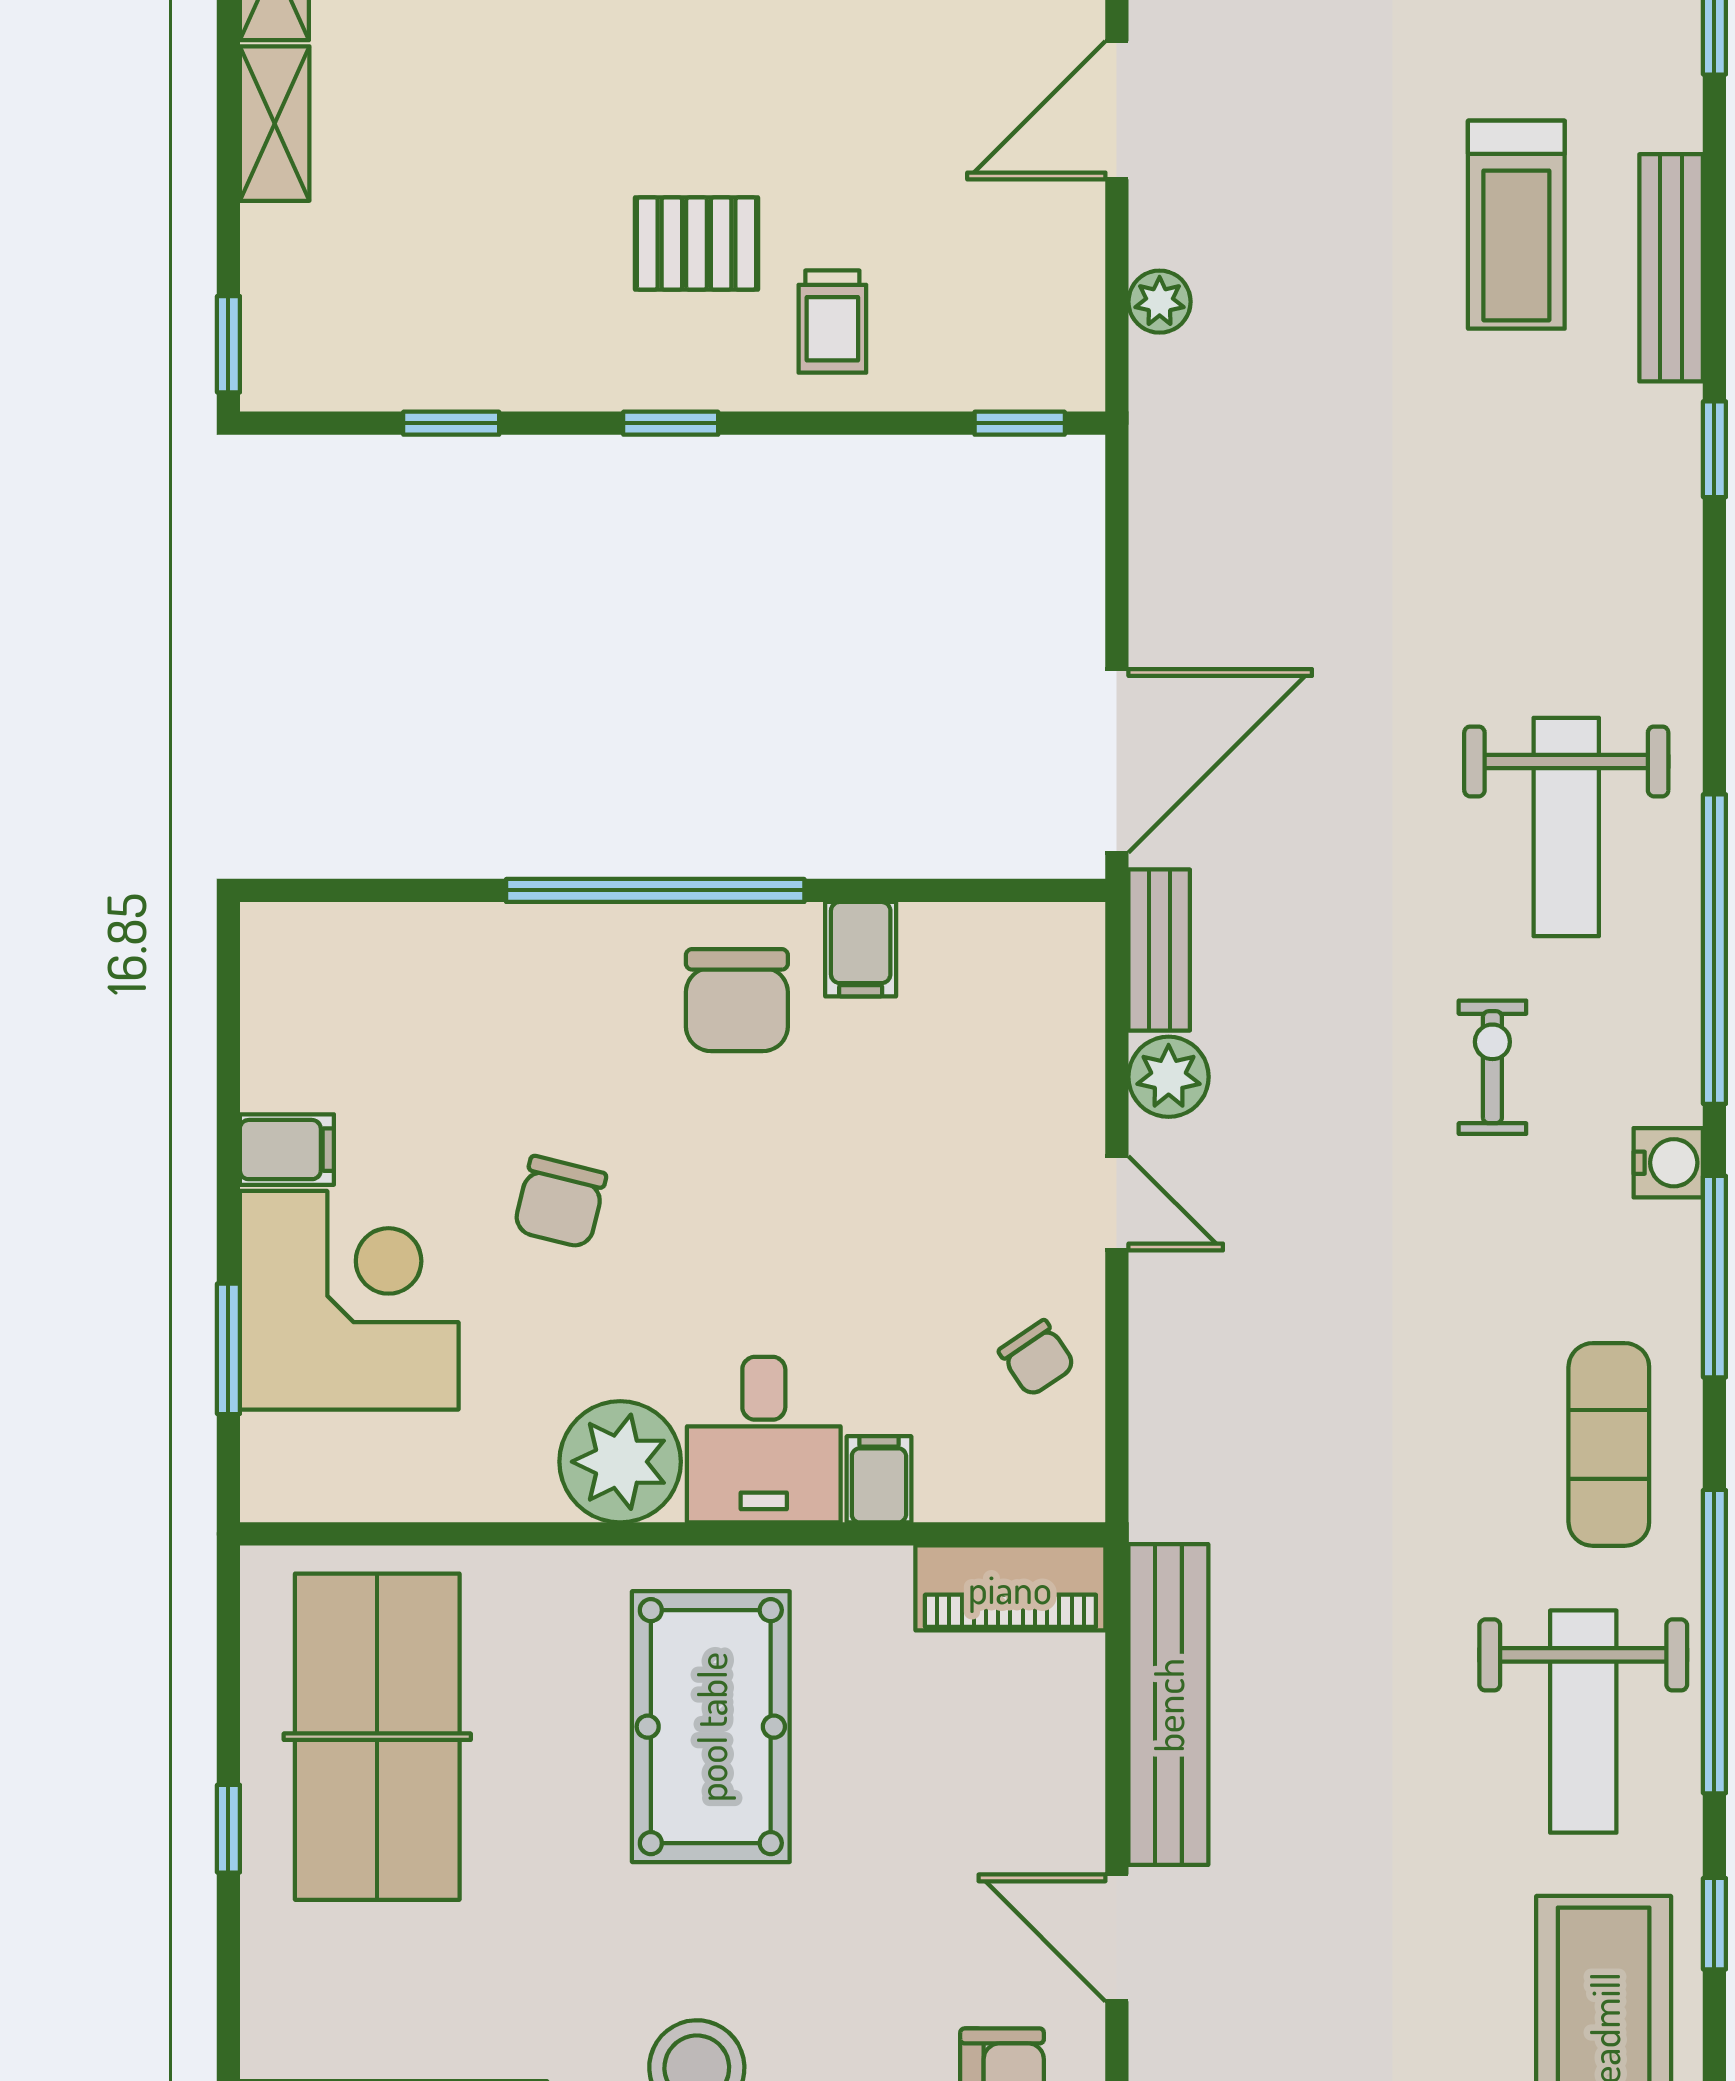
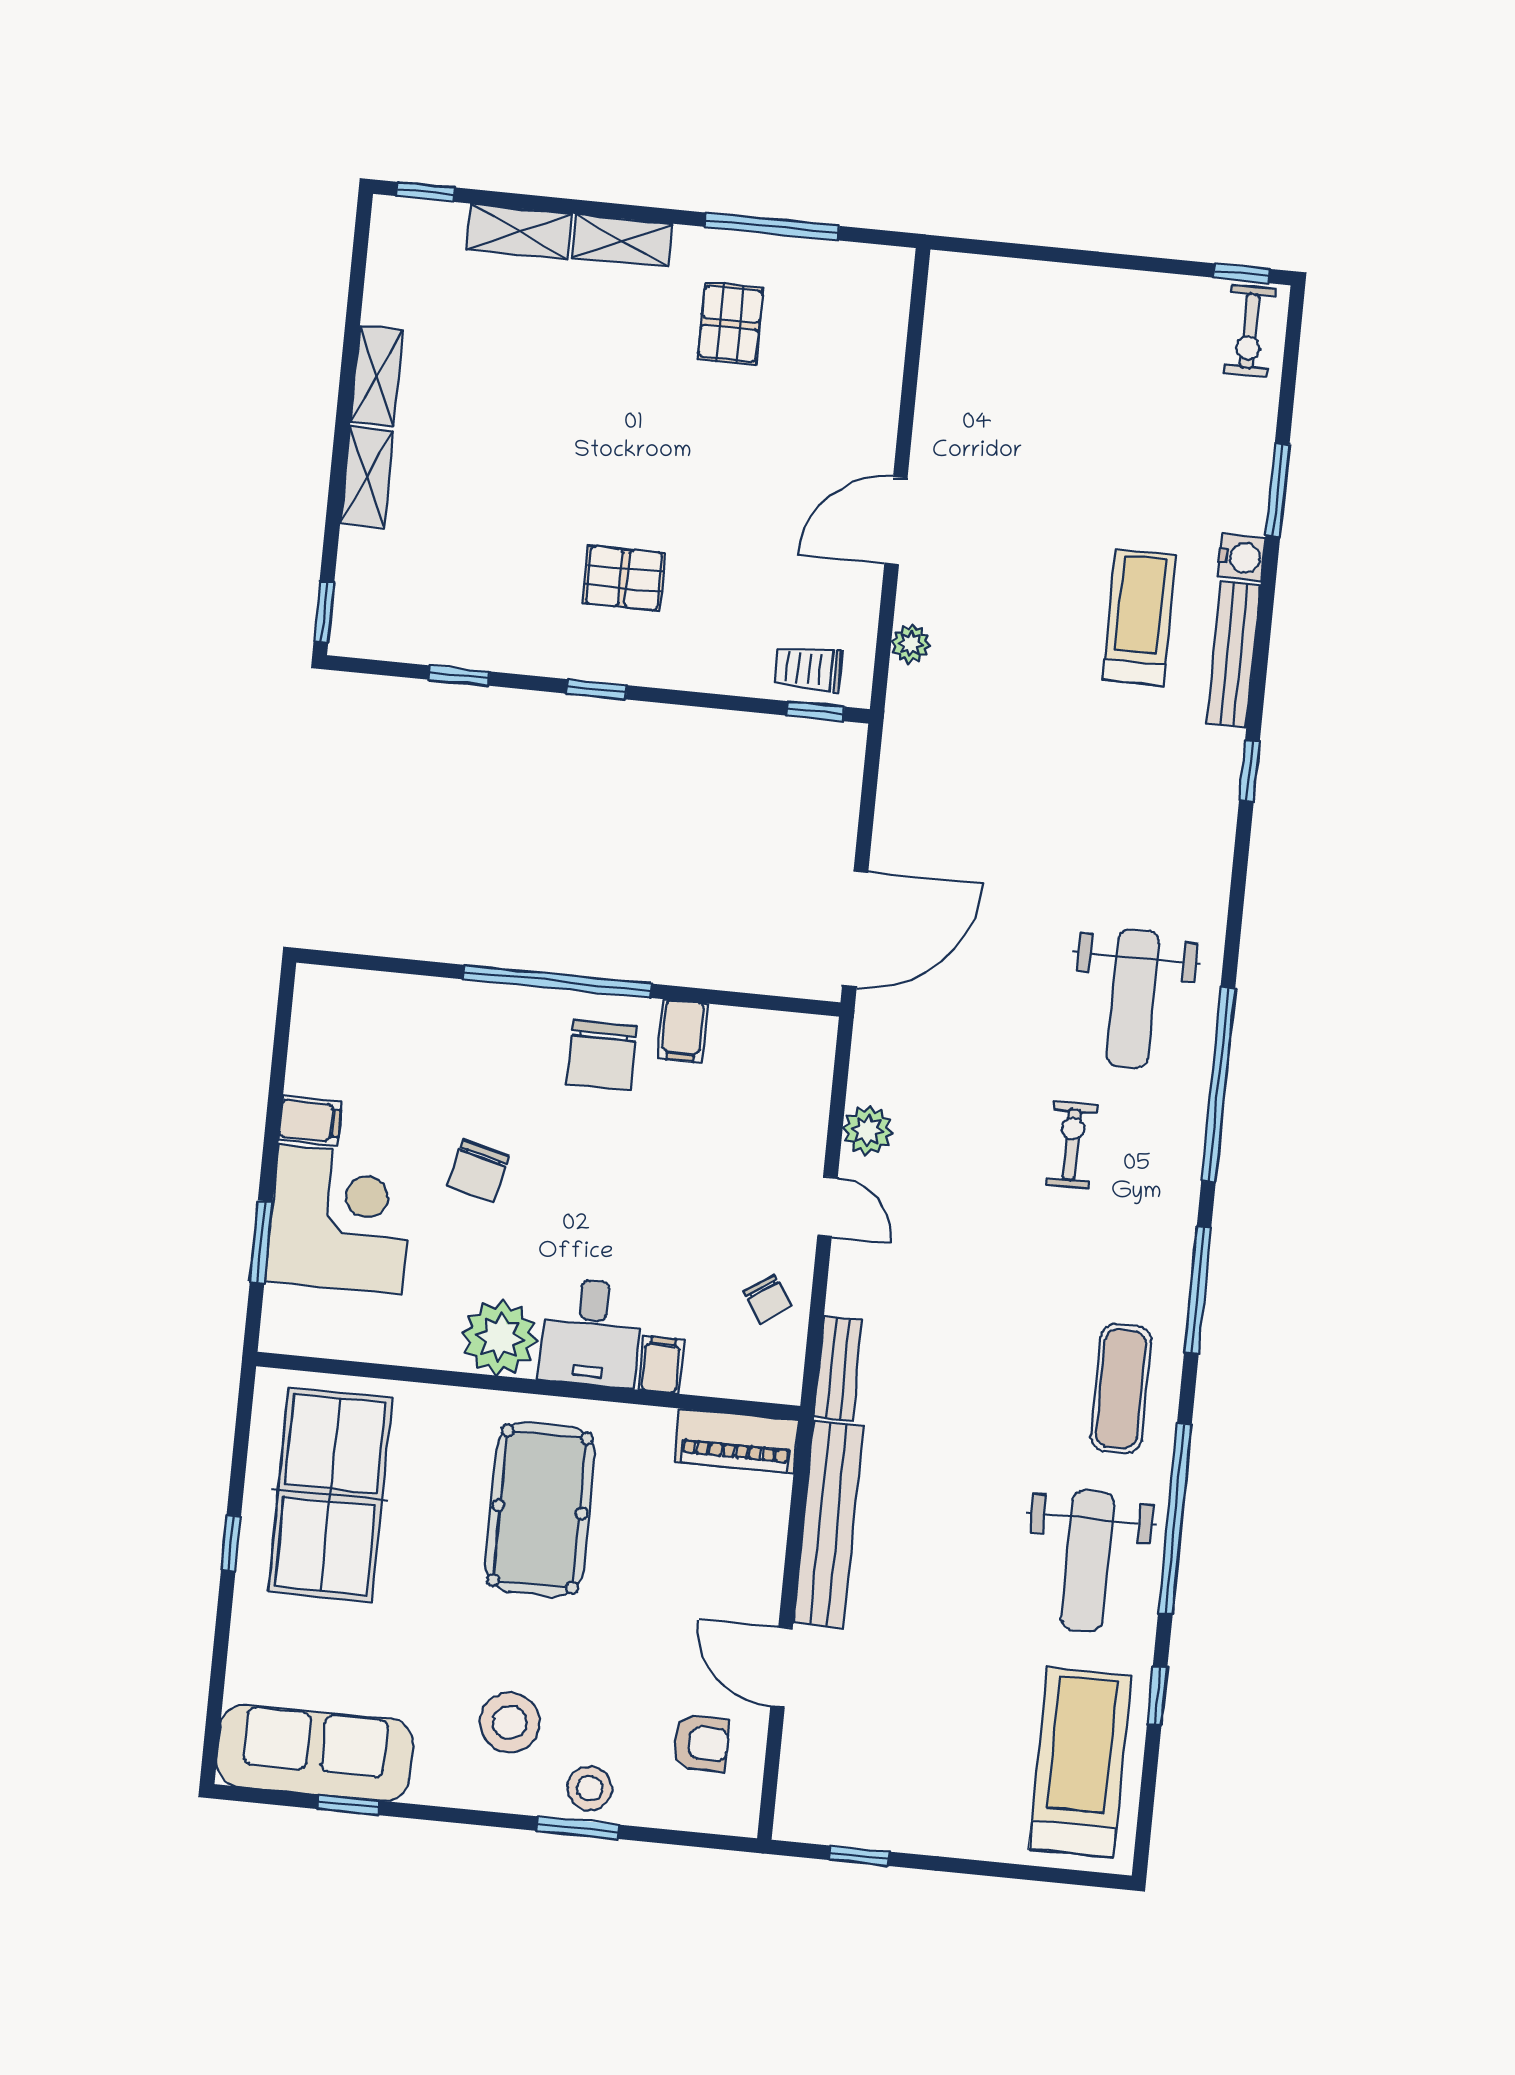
treadmill: (1516, 225) -> (1139, 618), turned 180
trolley: (832, 322) -> (808, 668), moved, turned 90
bench: (1159, 950) -> (838, 1368), moved
water cooler: (1668, 1163) -> (1242, 557), moved

